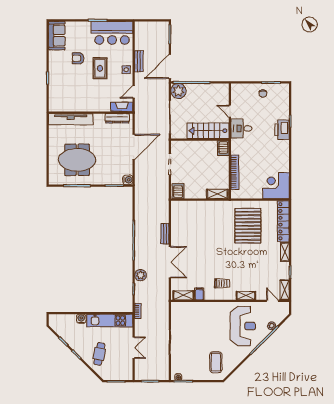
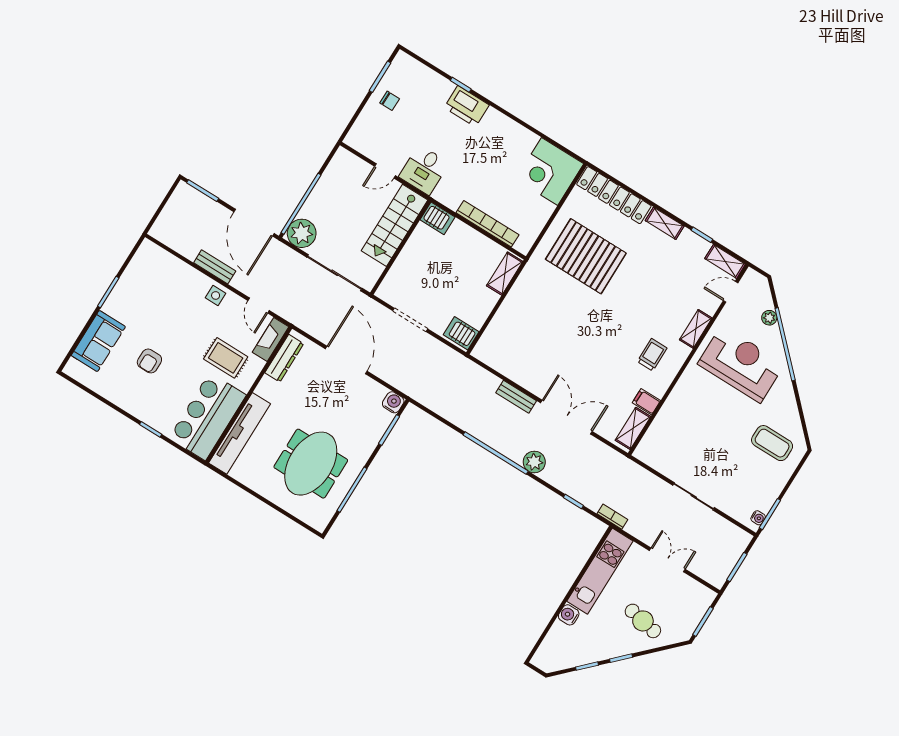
bar counter: (112, 33) -> (207, 416), moved, turned 180
sofa: (57, 36) -> (98, 341), moved, turned 90
rug: (100, 68) -> (226, 358), moved
plant: (141, 275) -> (534, 462), moved

